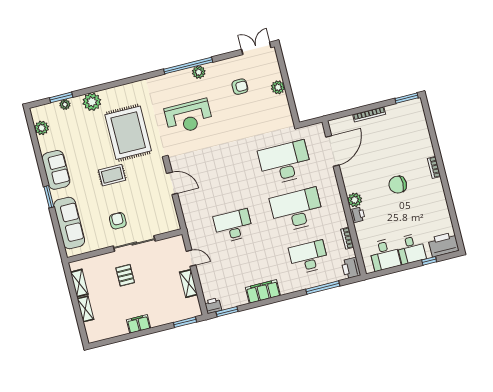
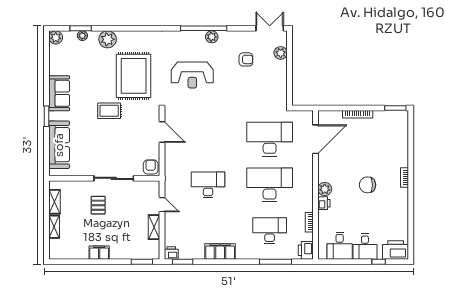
plant: (278, 87) -> (281, 53), moved
plant: (42, 128) -> (56, 37), moved
armchair: (118, 221) -> (151, 167), moved

